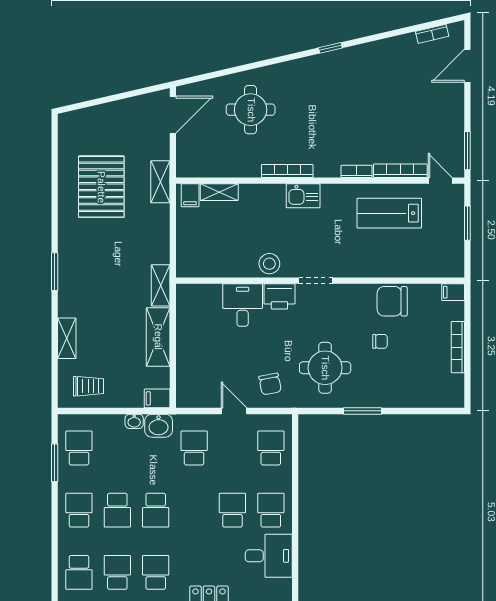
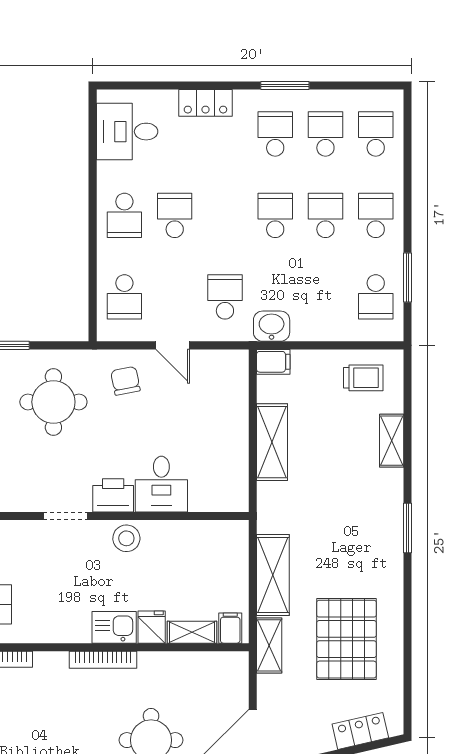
locker: (91, 117) -> (360, 731), added
fridge: (250, 196) -> (152, 627), added
kitchen sink: (303, 196) -> (114, 627), moved
shelving: (161, 285) -> (273, 575), moved, width x1.50, depth x1.33
trolley: (88, 386) -> (363, 378), turned 180
washbasin: (134, 421) -> (303, 332), removed
school desk: (194, 448) -> (225, 297), turned 180
school desk: (79, 510) -> (376, 215), turned 180
school desk: (232, 510) -> (175, 215), turned 180
desk: (269, 556) -> (127, 132), moved
school desk: (117, 572) -> (325, 134), turned 180
school desk: (156, 572) -> (275, 134), turned 180

